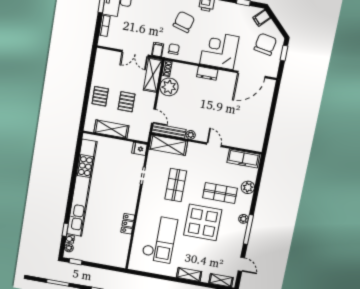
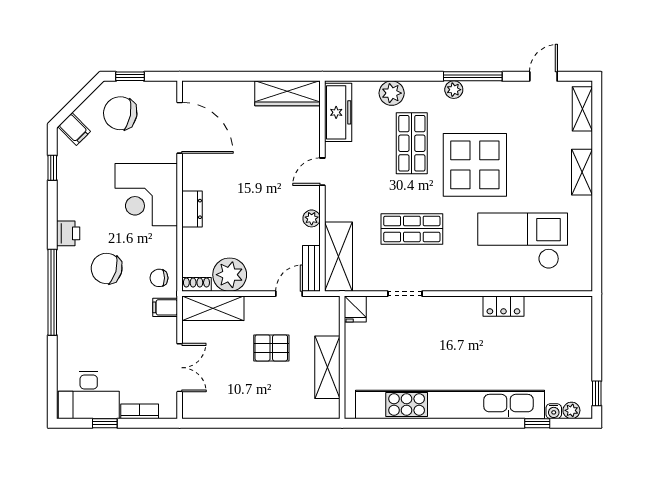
double door: (135, 53) -> (180, 368), moved
pallet: (100, 96) -> (270, 398), removed
bench: (169, 131) -> (311, 268), width x0.73
wardrobe: (258, 134) -> (288, 93), added

